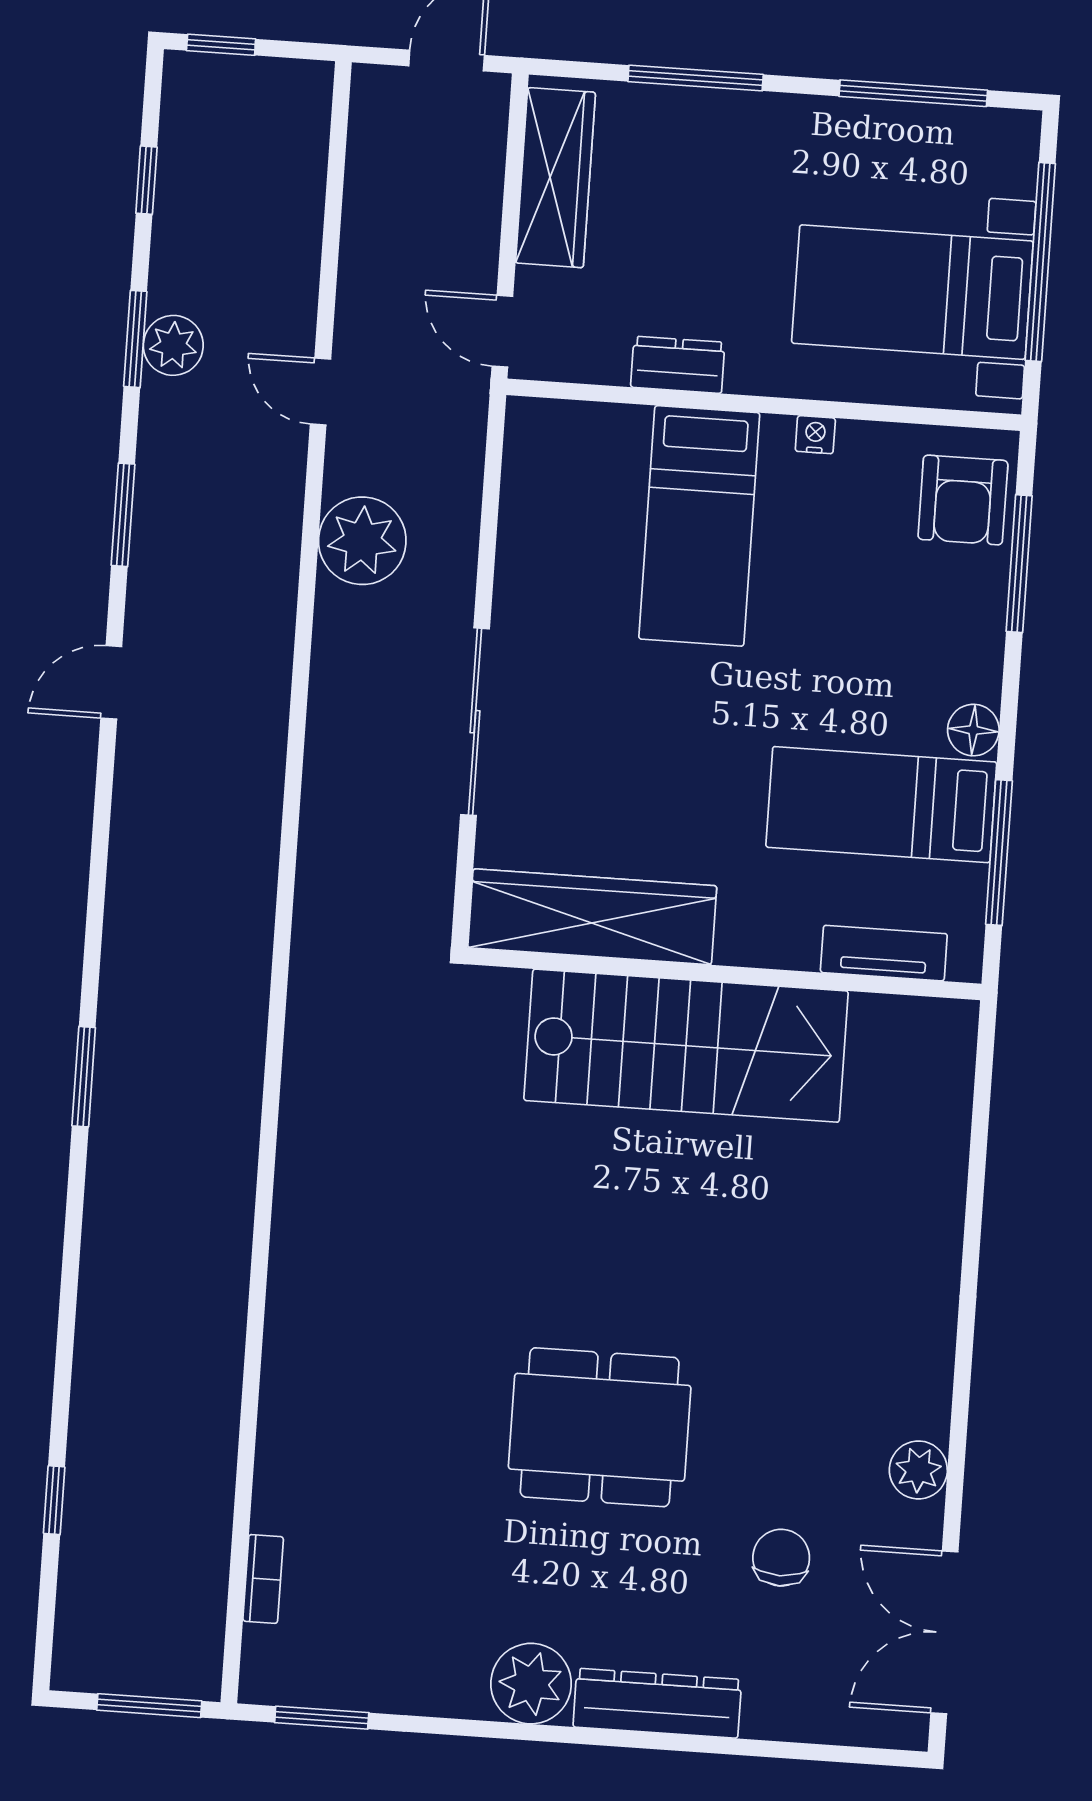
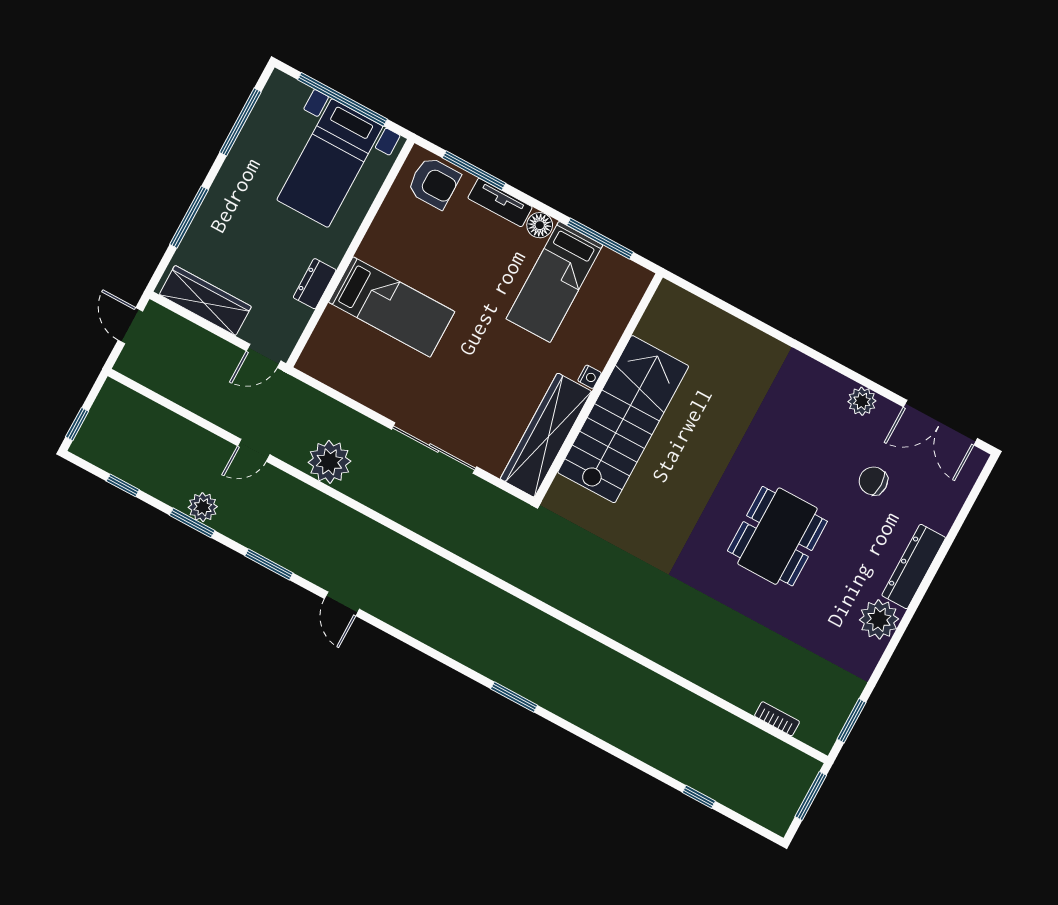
nightstand: (815, 435) -> (590, 377), moved, turned 180
tv unit: (884, 953) -> (500, 203), moved, turned -90

